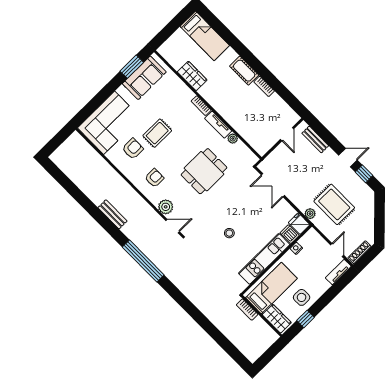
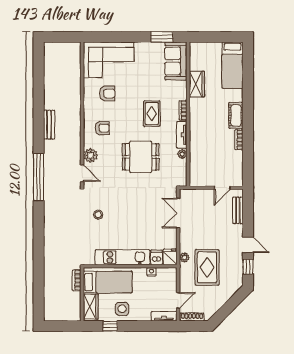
sofa: (144, 78) -> (176, 61), moved, turned 90
rug: (157, 133) -> (152, 114), moved, turned 90
stool: (229, 233) -> (98, 215), moved

